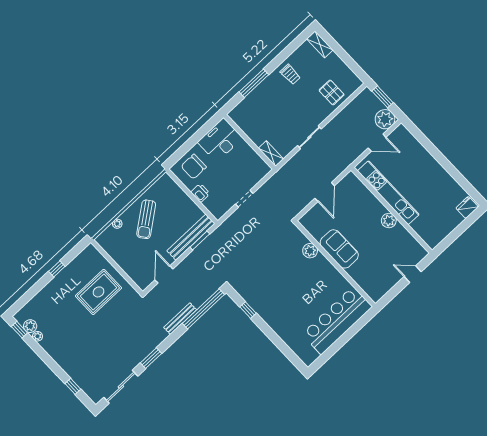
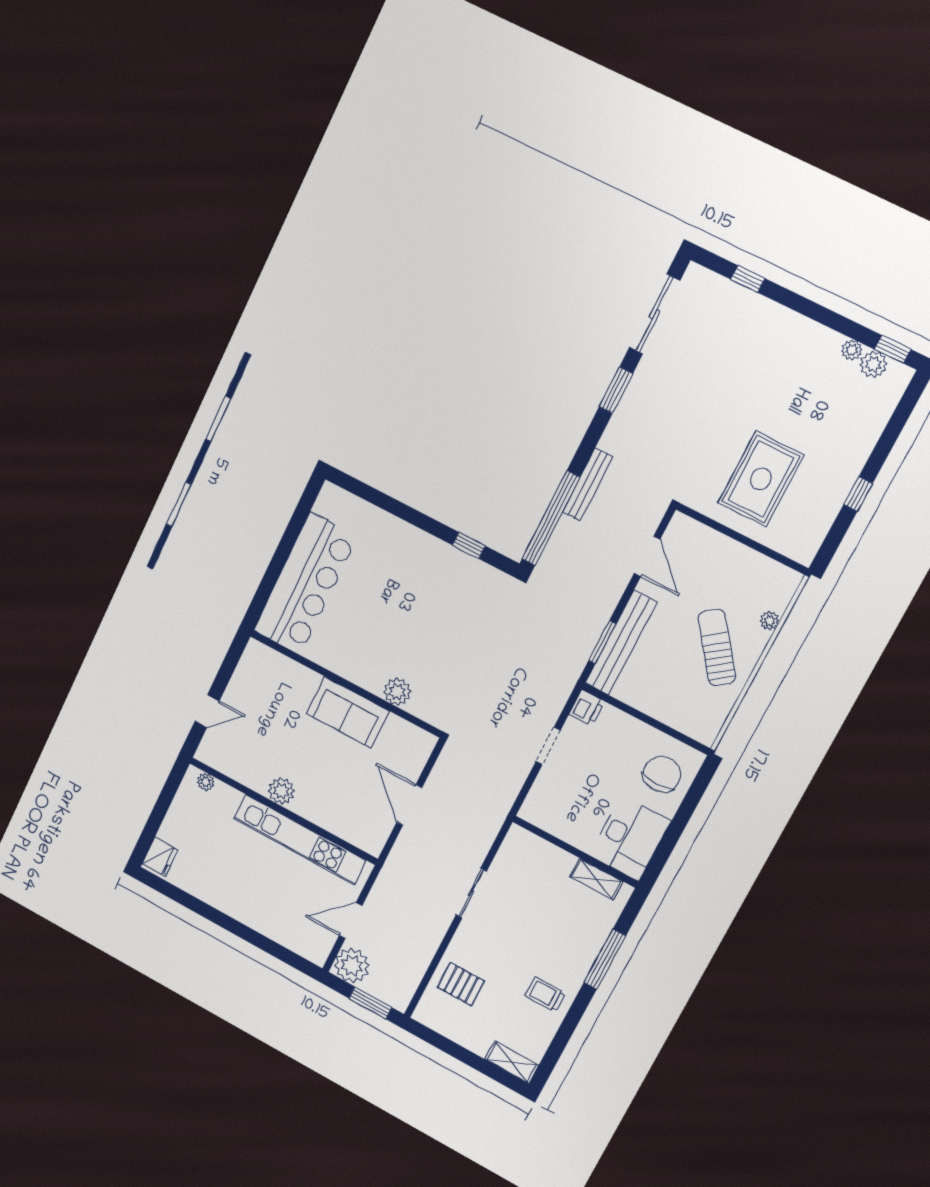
shelving: (271, 154) -> (596, 879), moved
printer: (200, 193) -> (587, 708), moved, turned -90
plant: (427, 238) -> (206, 782), added

